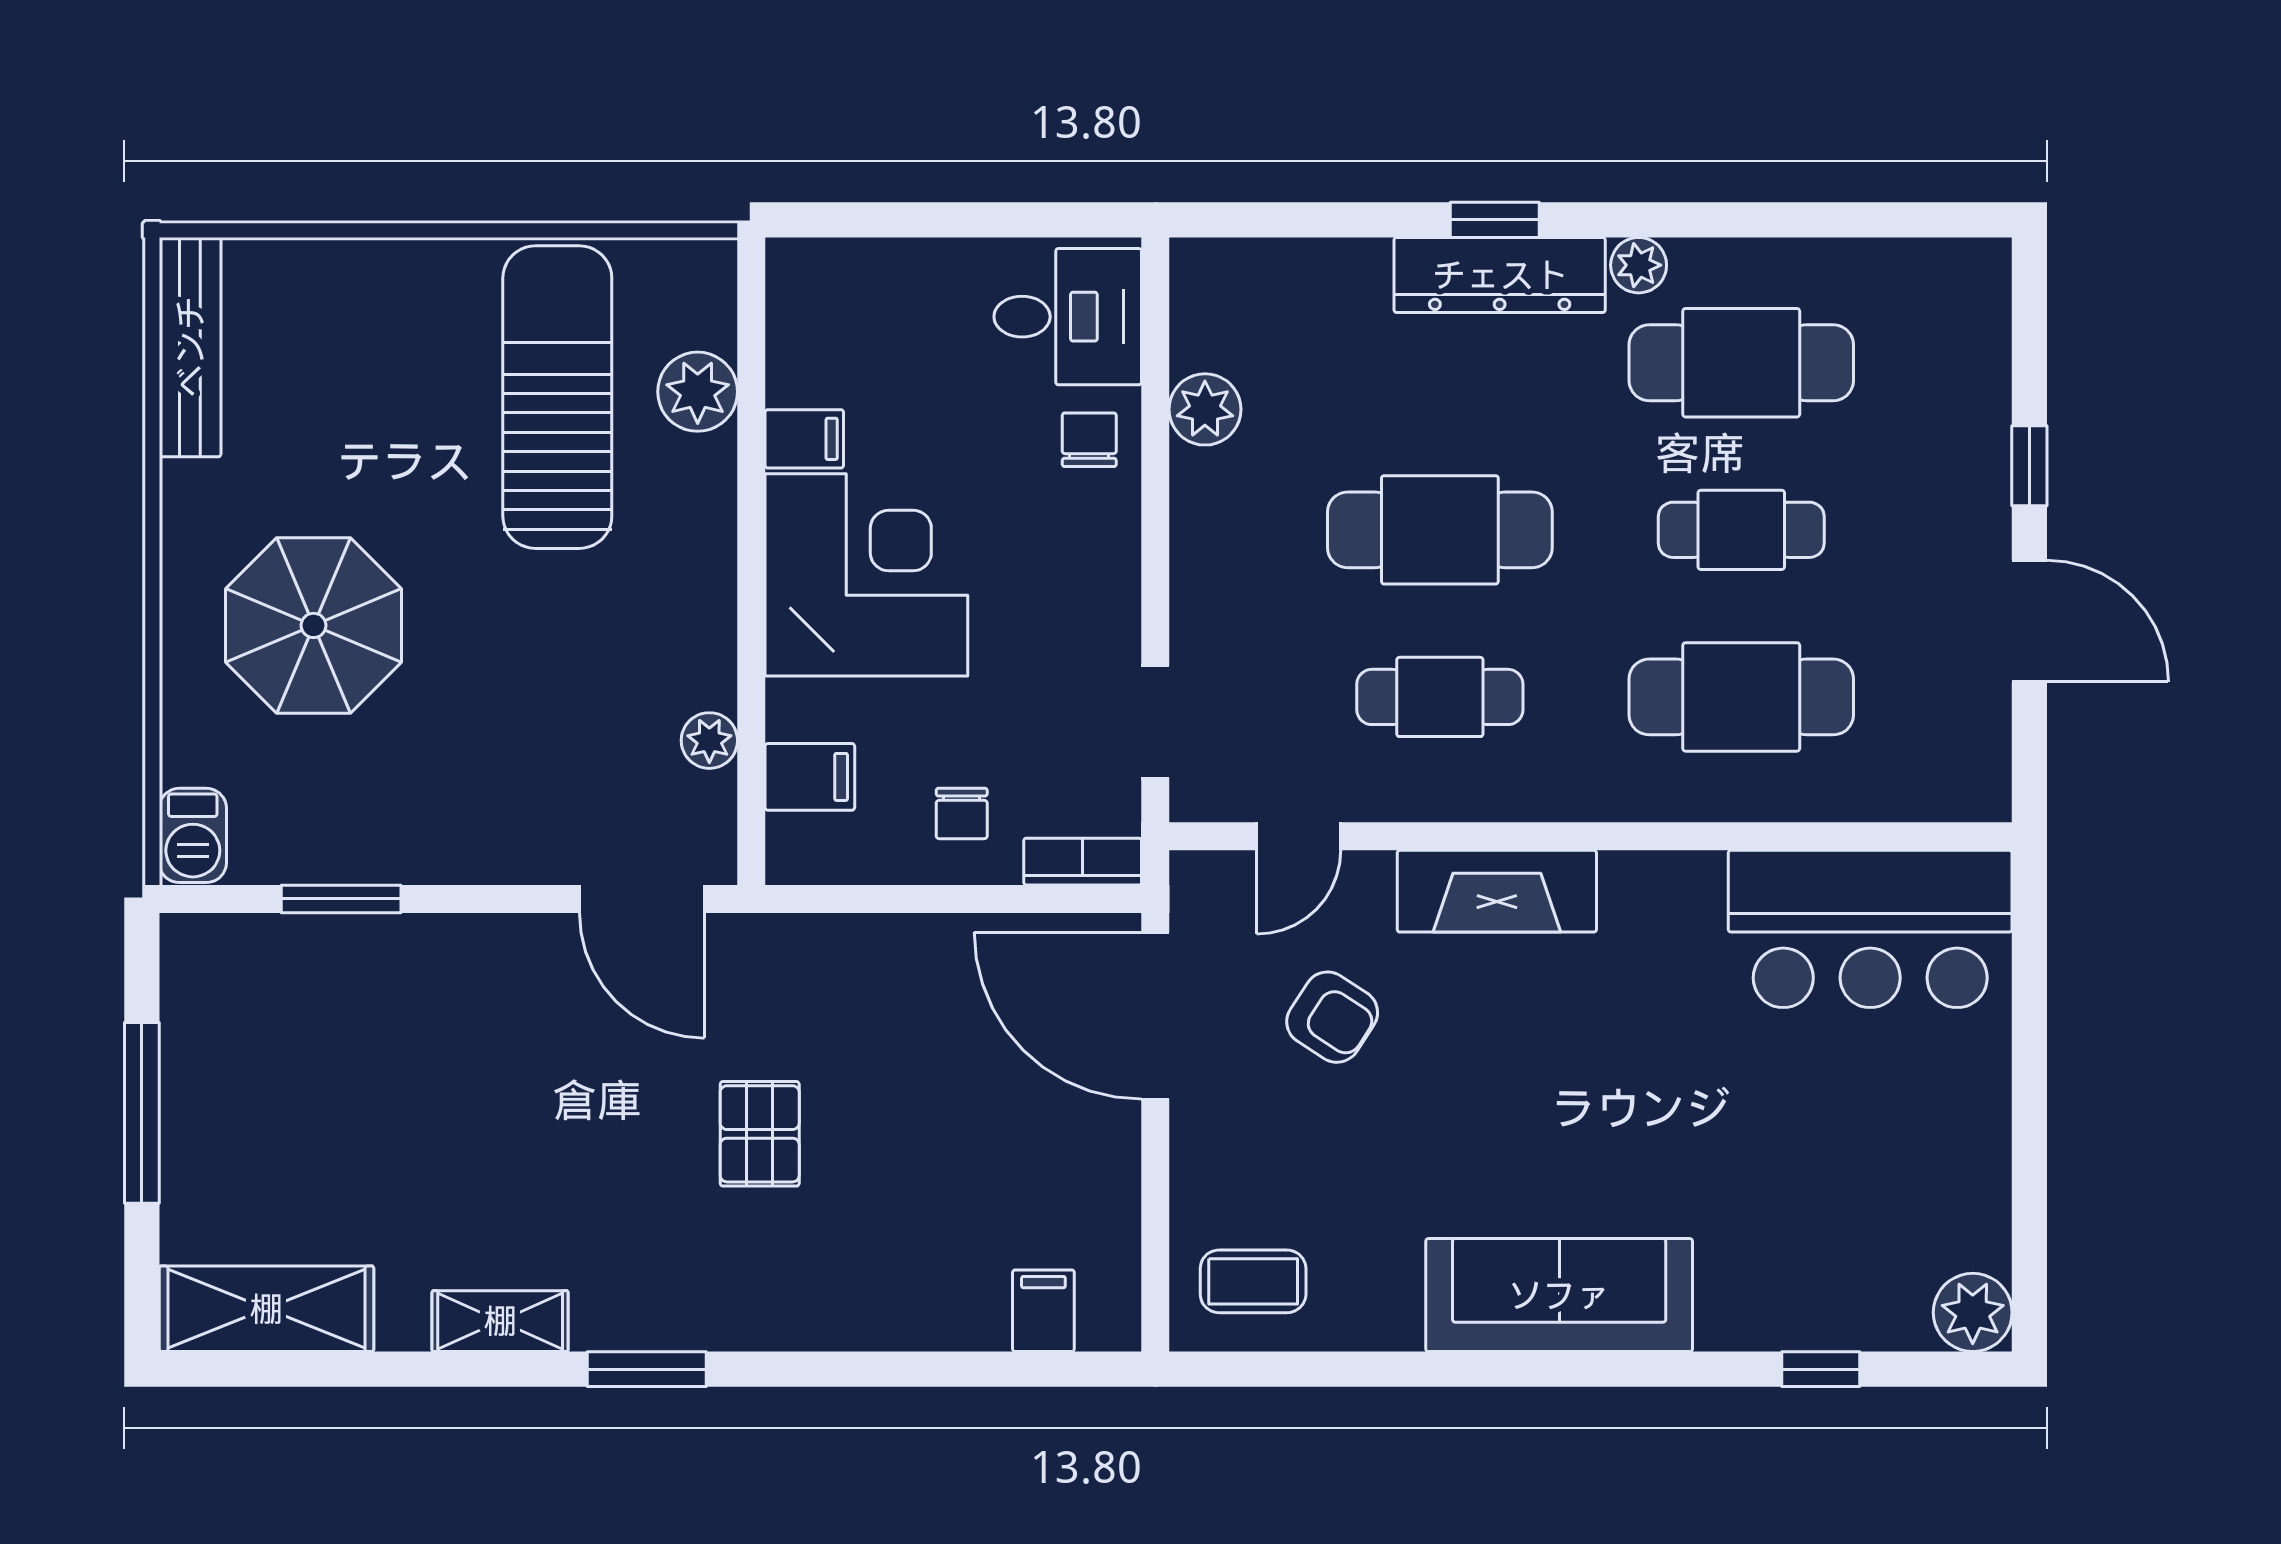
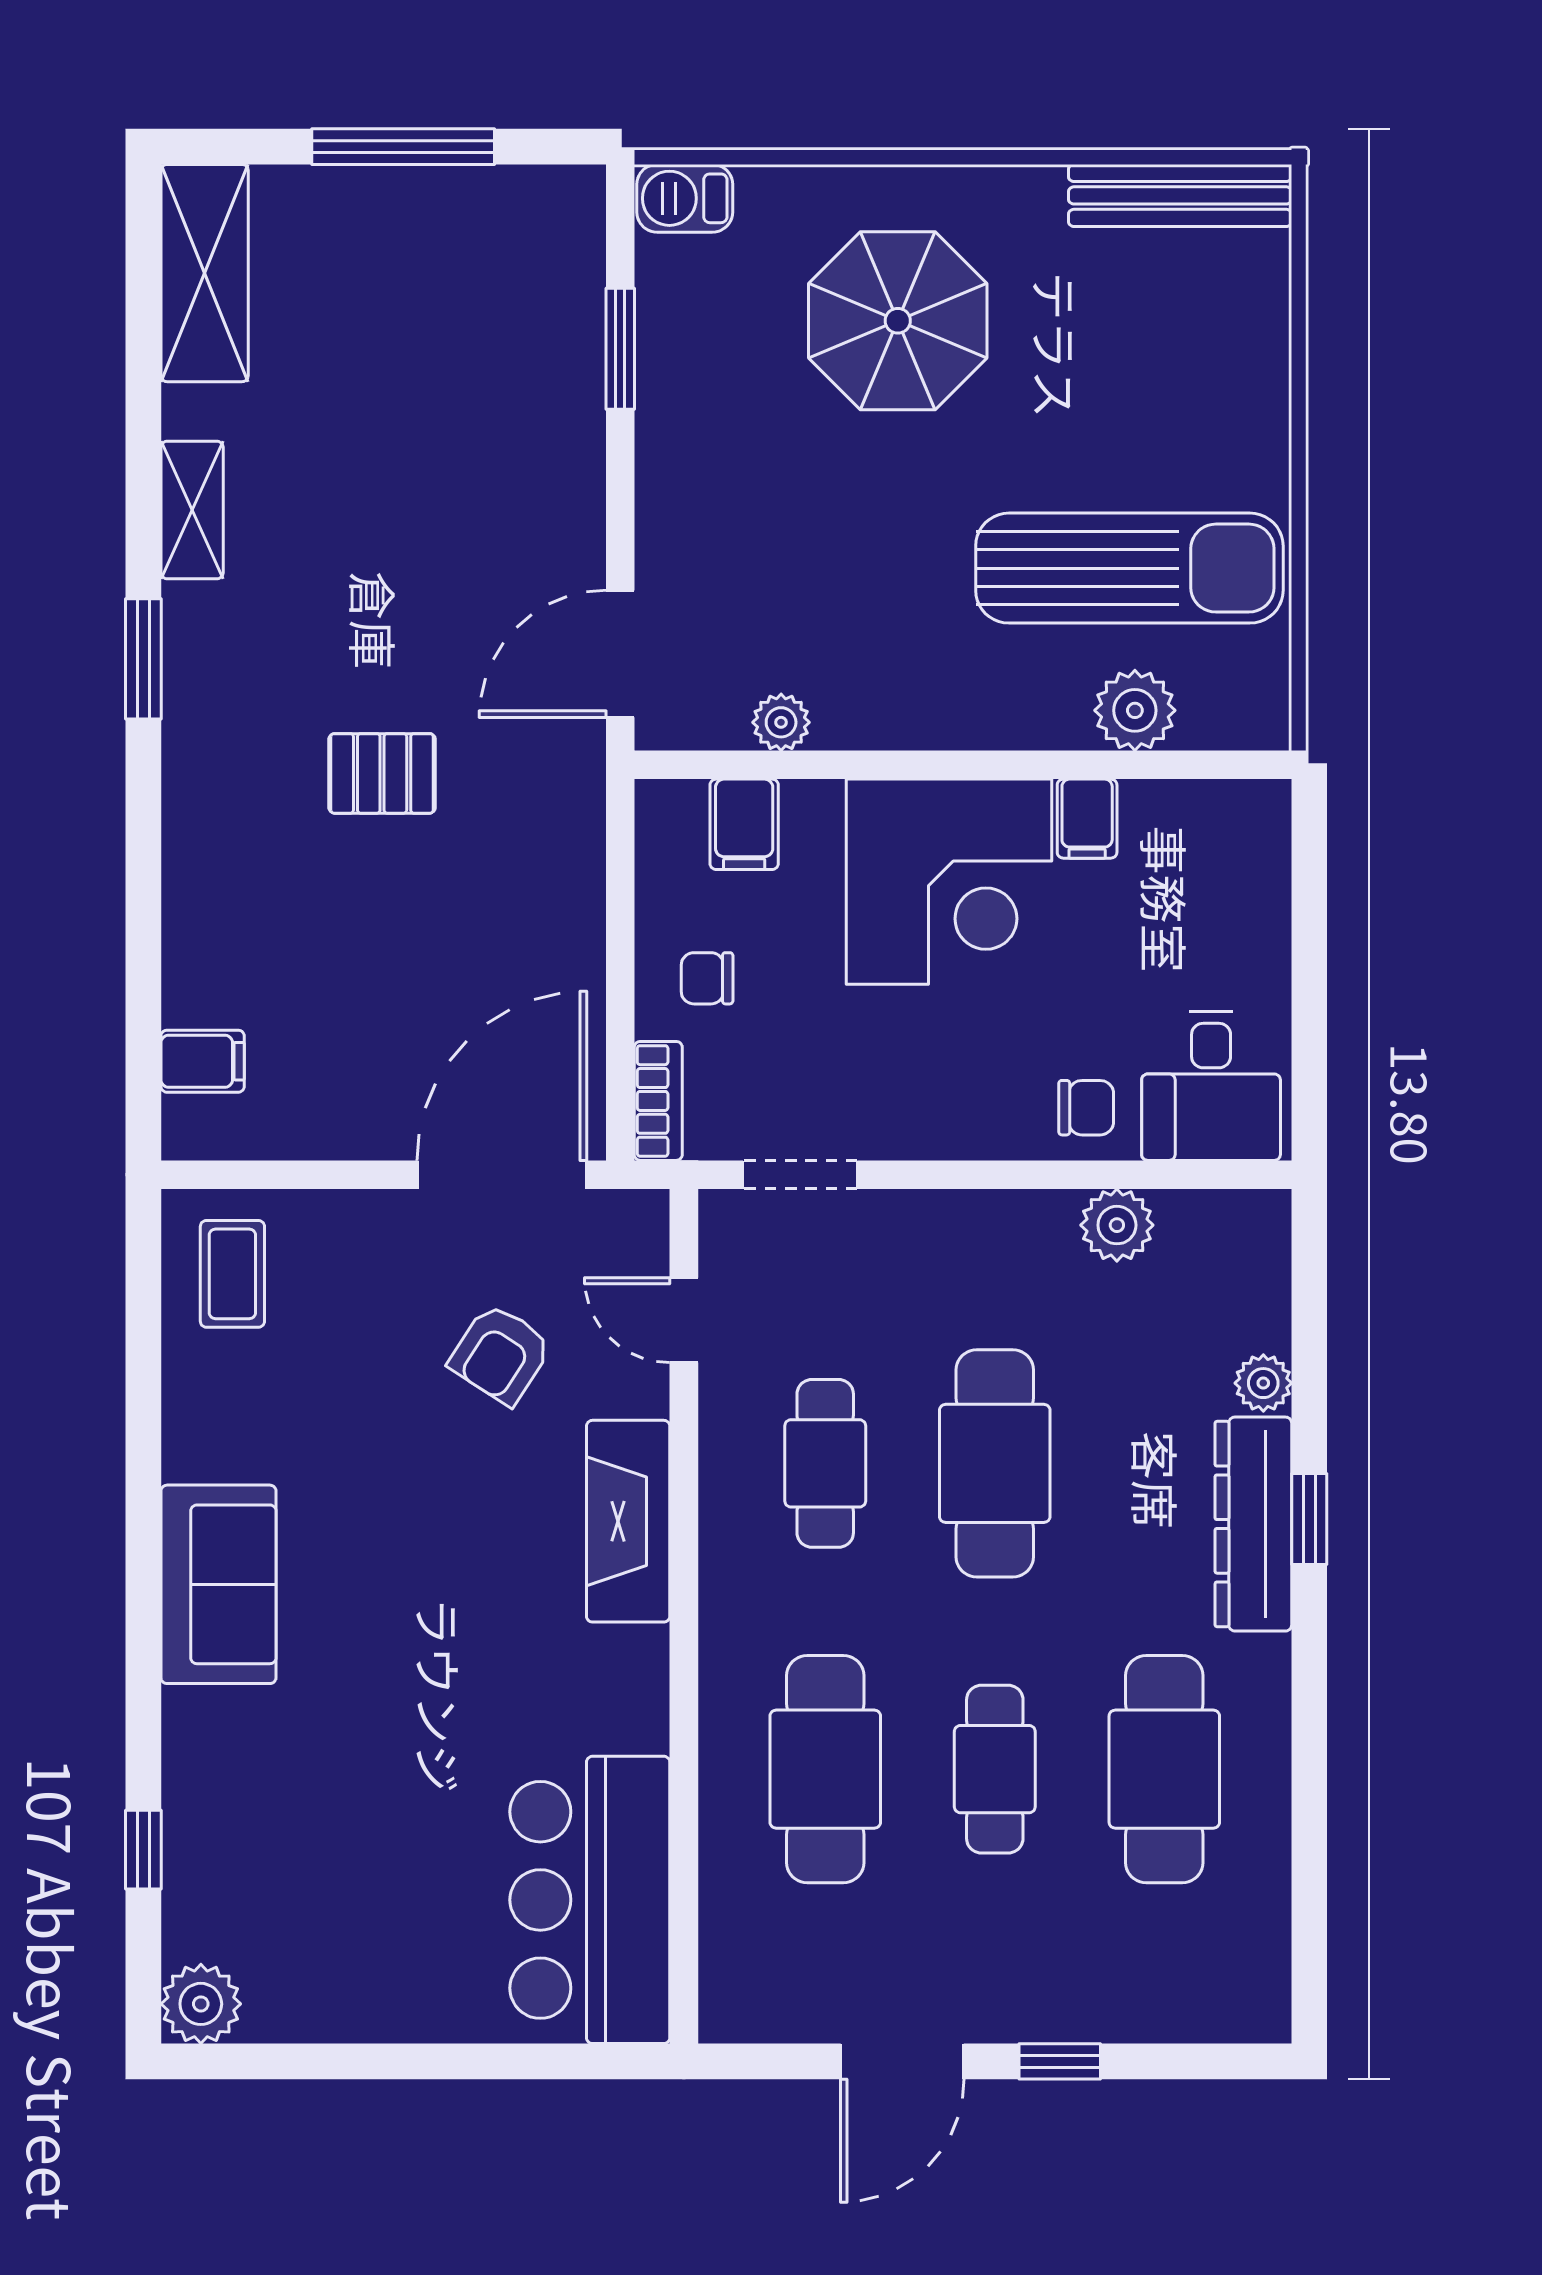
plant: (1639, 265) -> (1263, 1383), moved
sofa: (1559, 1295) -> (218, 1584), width x0.73

